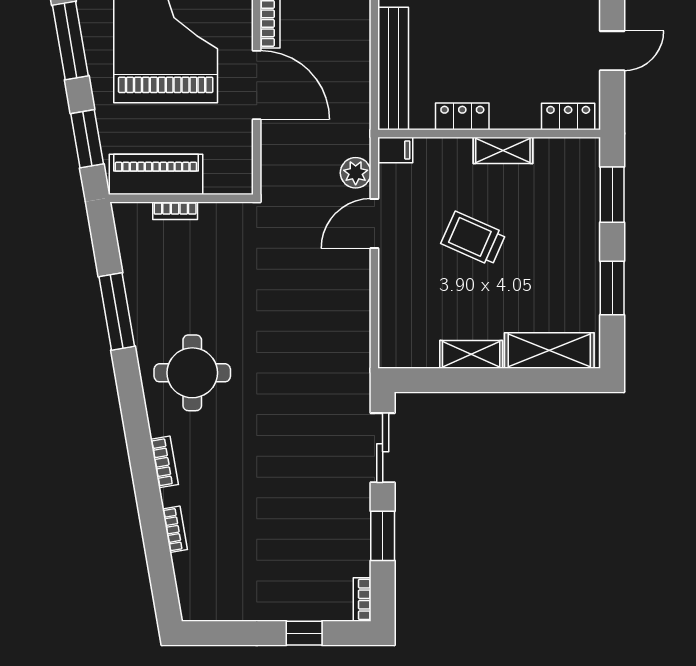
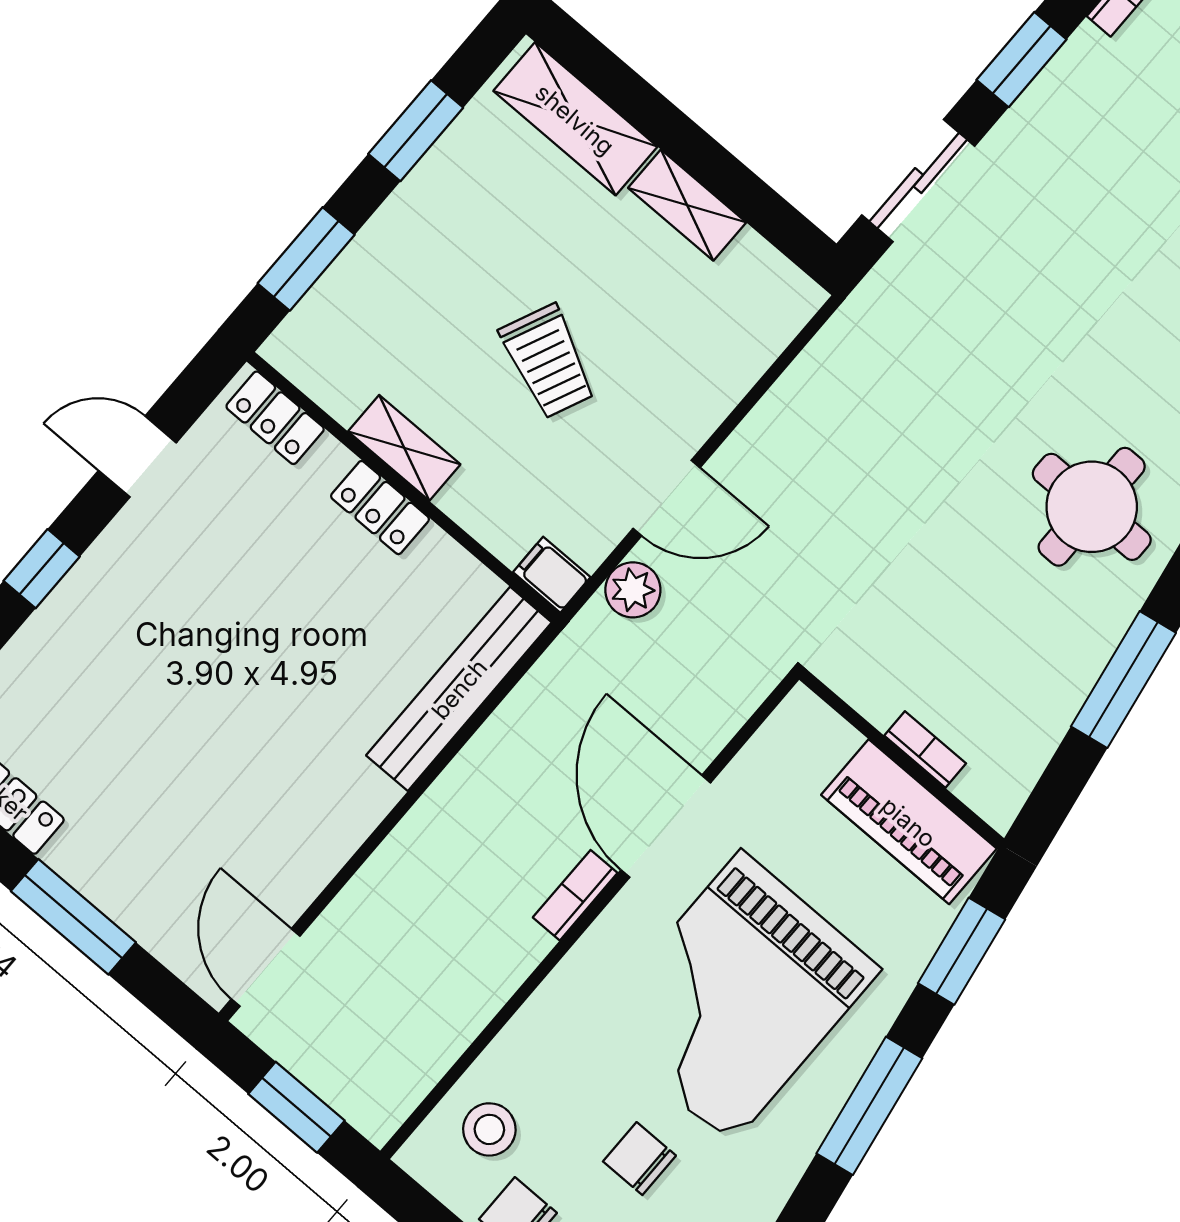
locker: (462, 116) -> (380, 508), moved

